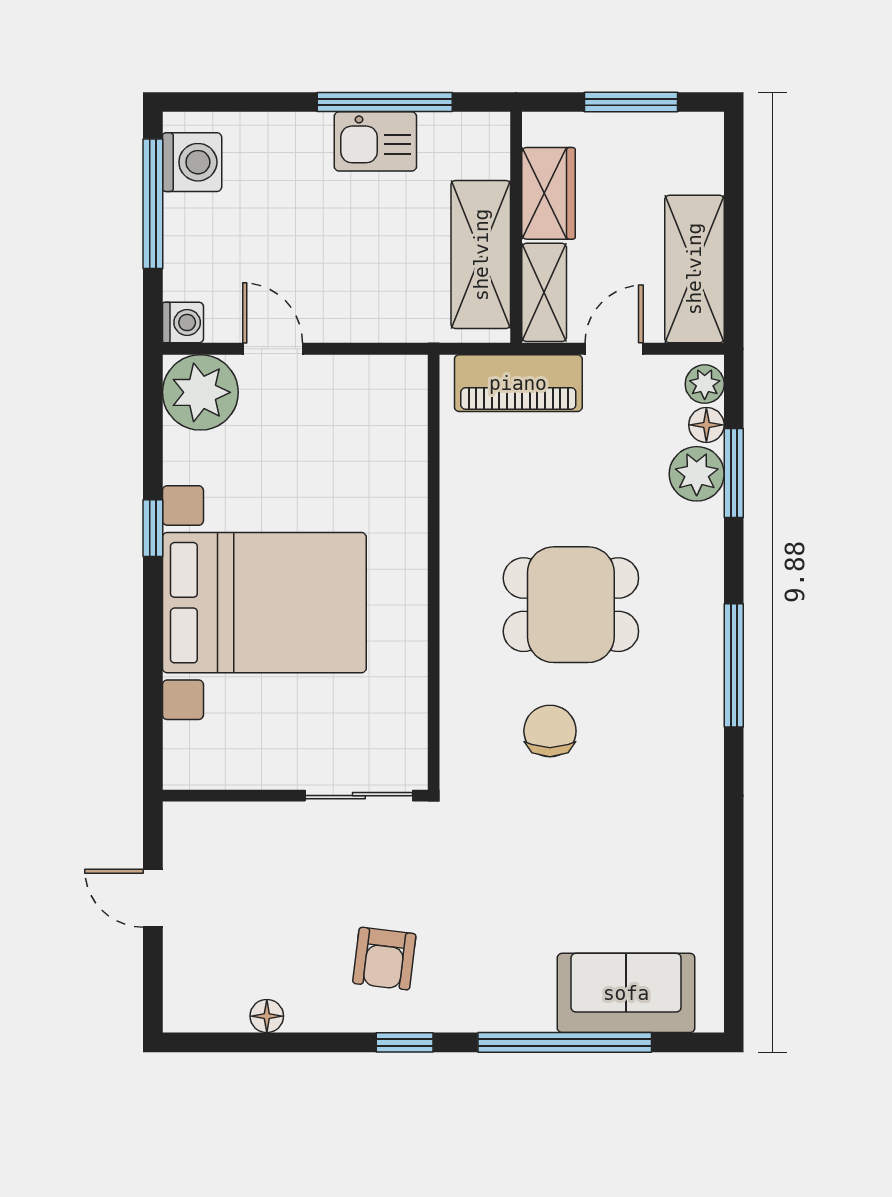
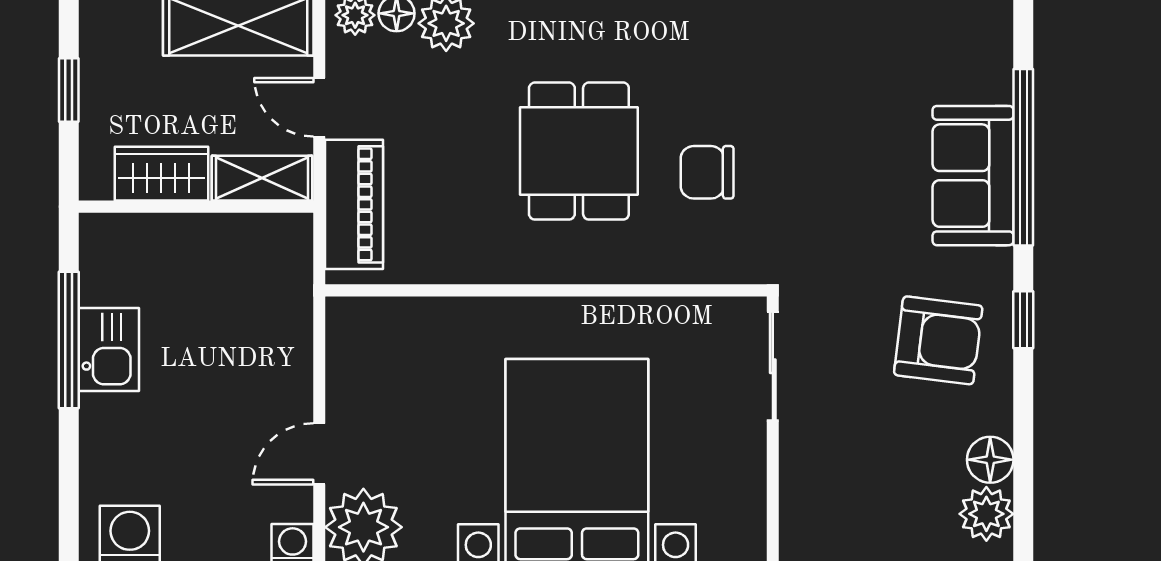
window: (631, 102) -> (69, 90), width x0.67
shelving: (481, 255) -> (224, 243), removed
armchair: (384, 959) -> (938, 340), width x1.38, depth x1.38
sofa: (626, 993) -> (973, 176), moved
plant: (213, 1006) -> (986, 514), added
floor lamp: (267, 1016) -> (990, 460), width x1.37, depth x1.37

